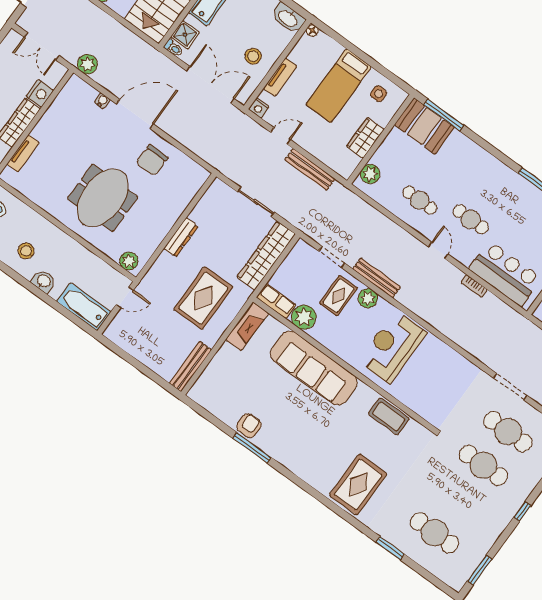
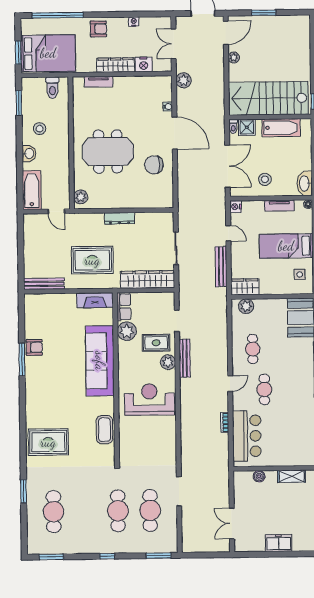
tv unit: (280, 77) -> (279, 206), moved
wardrobe: (365, 138) -> (245, 287), moved

